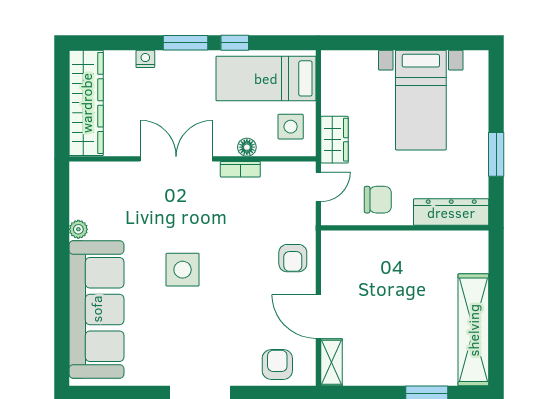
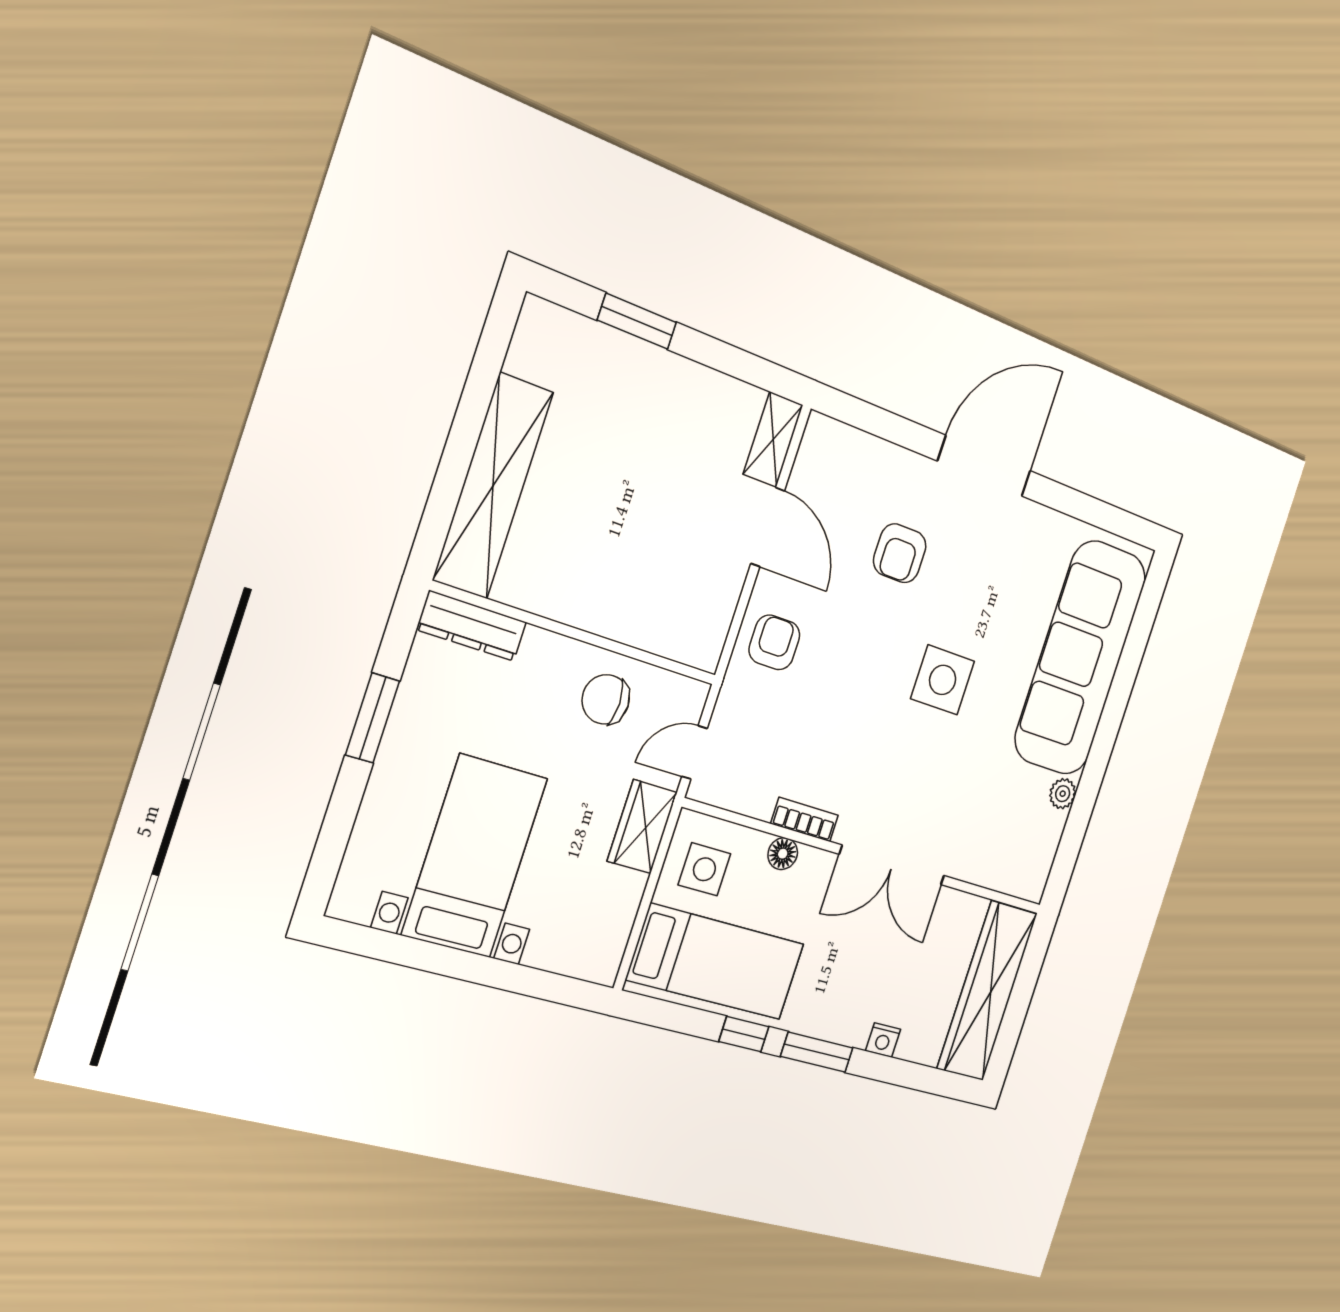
dresser: (451, 212) -> (472, 626), width x0.73, depth x0.80
shelving: (473, 330) -> (493, 486), moved
armchair: (277, 364) -> (900, 553), moved

